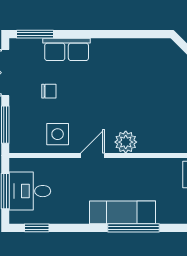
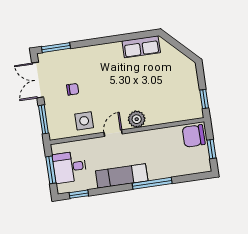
row of seats: (67, 49) -> (141, 47), moved
exam couch: (123, 212) -> (122, 176), moved

